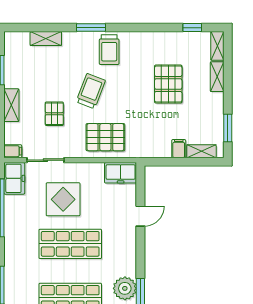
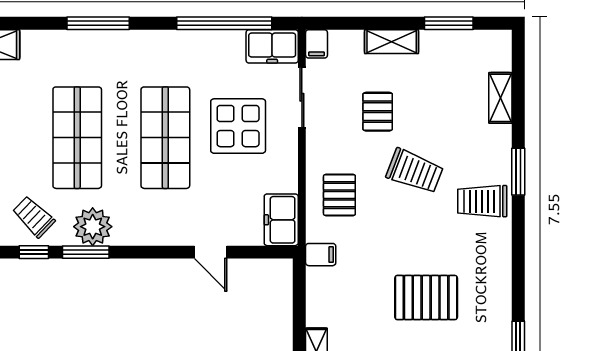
pallet: (54, 114) -> (378, 112), turned 90
pallet: (105, 137) -> (339, 195), width x0.67, depth x0.71
filing cabinet: (179, 149) -> (321, 255), moved

